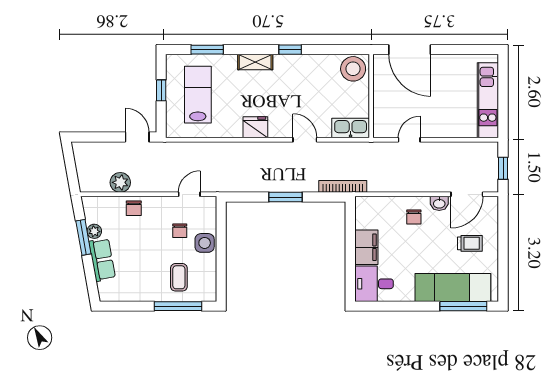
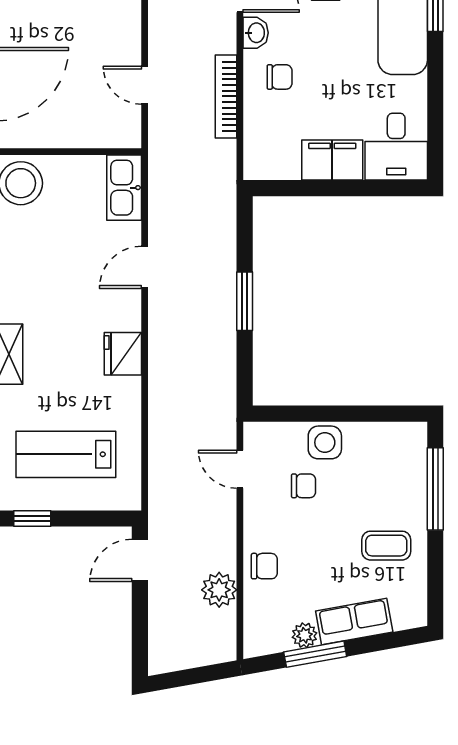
window: (161, 90) -> (32, 519), moved
bookcase: (343, 186) -> (226, 96), moved
coffee table: (179, 277) -> (386, 546), moved

